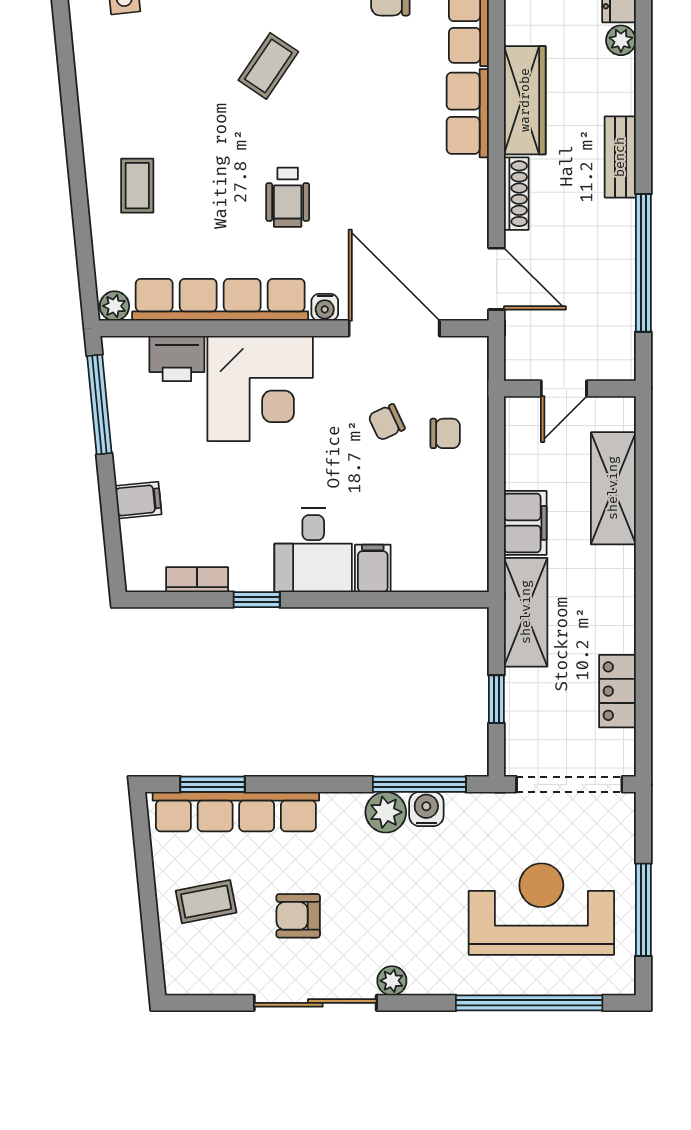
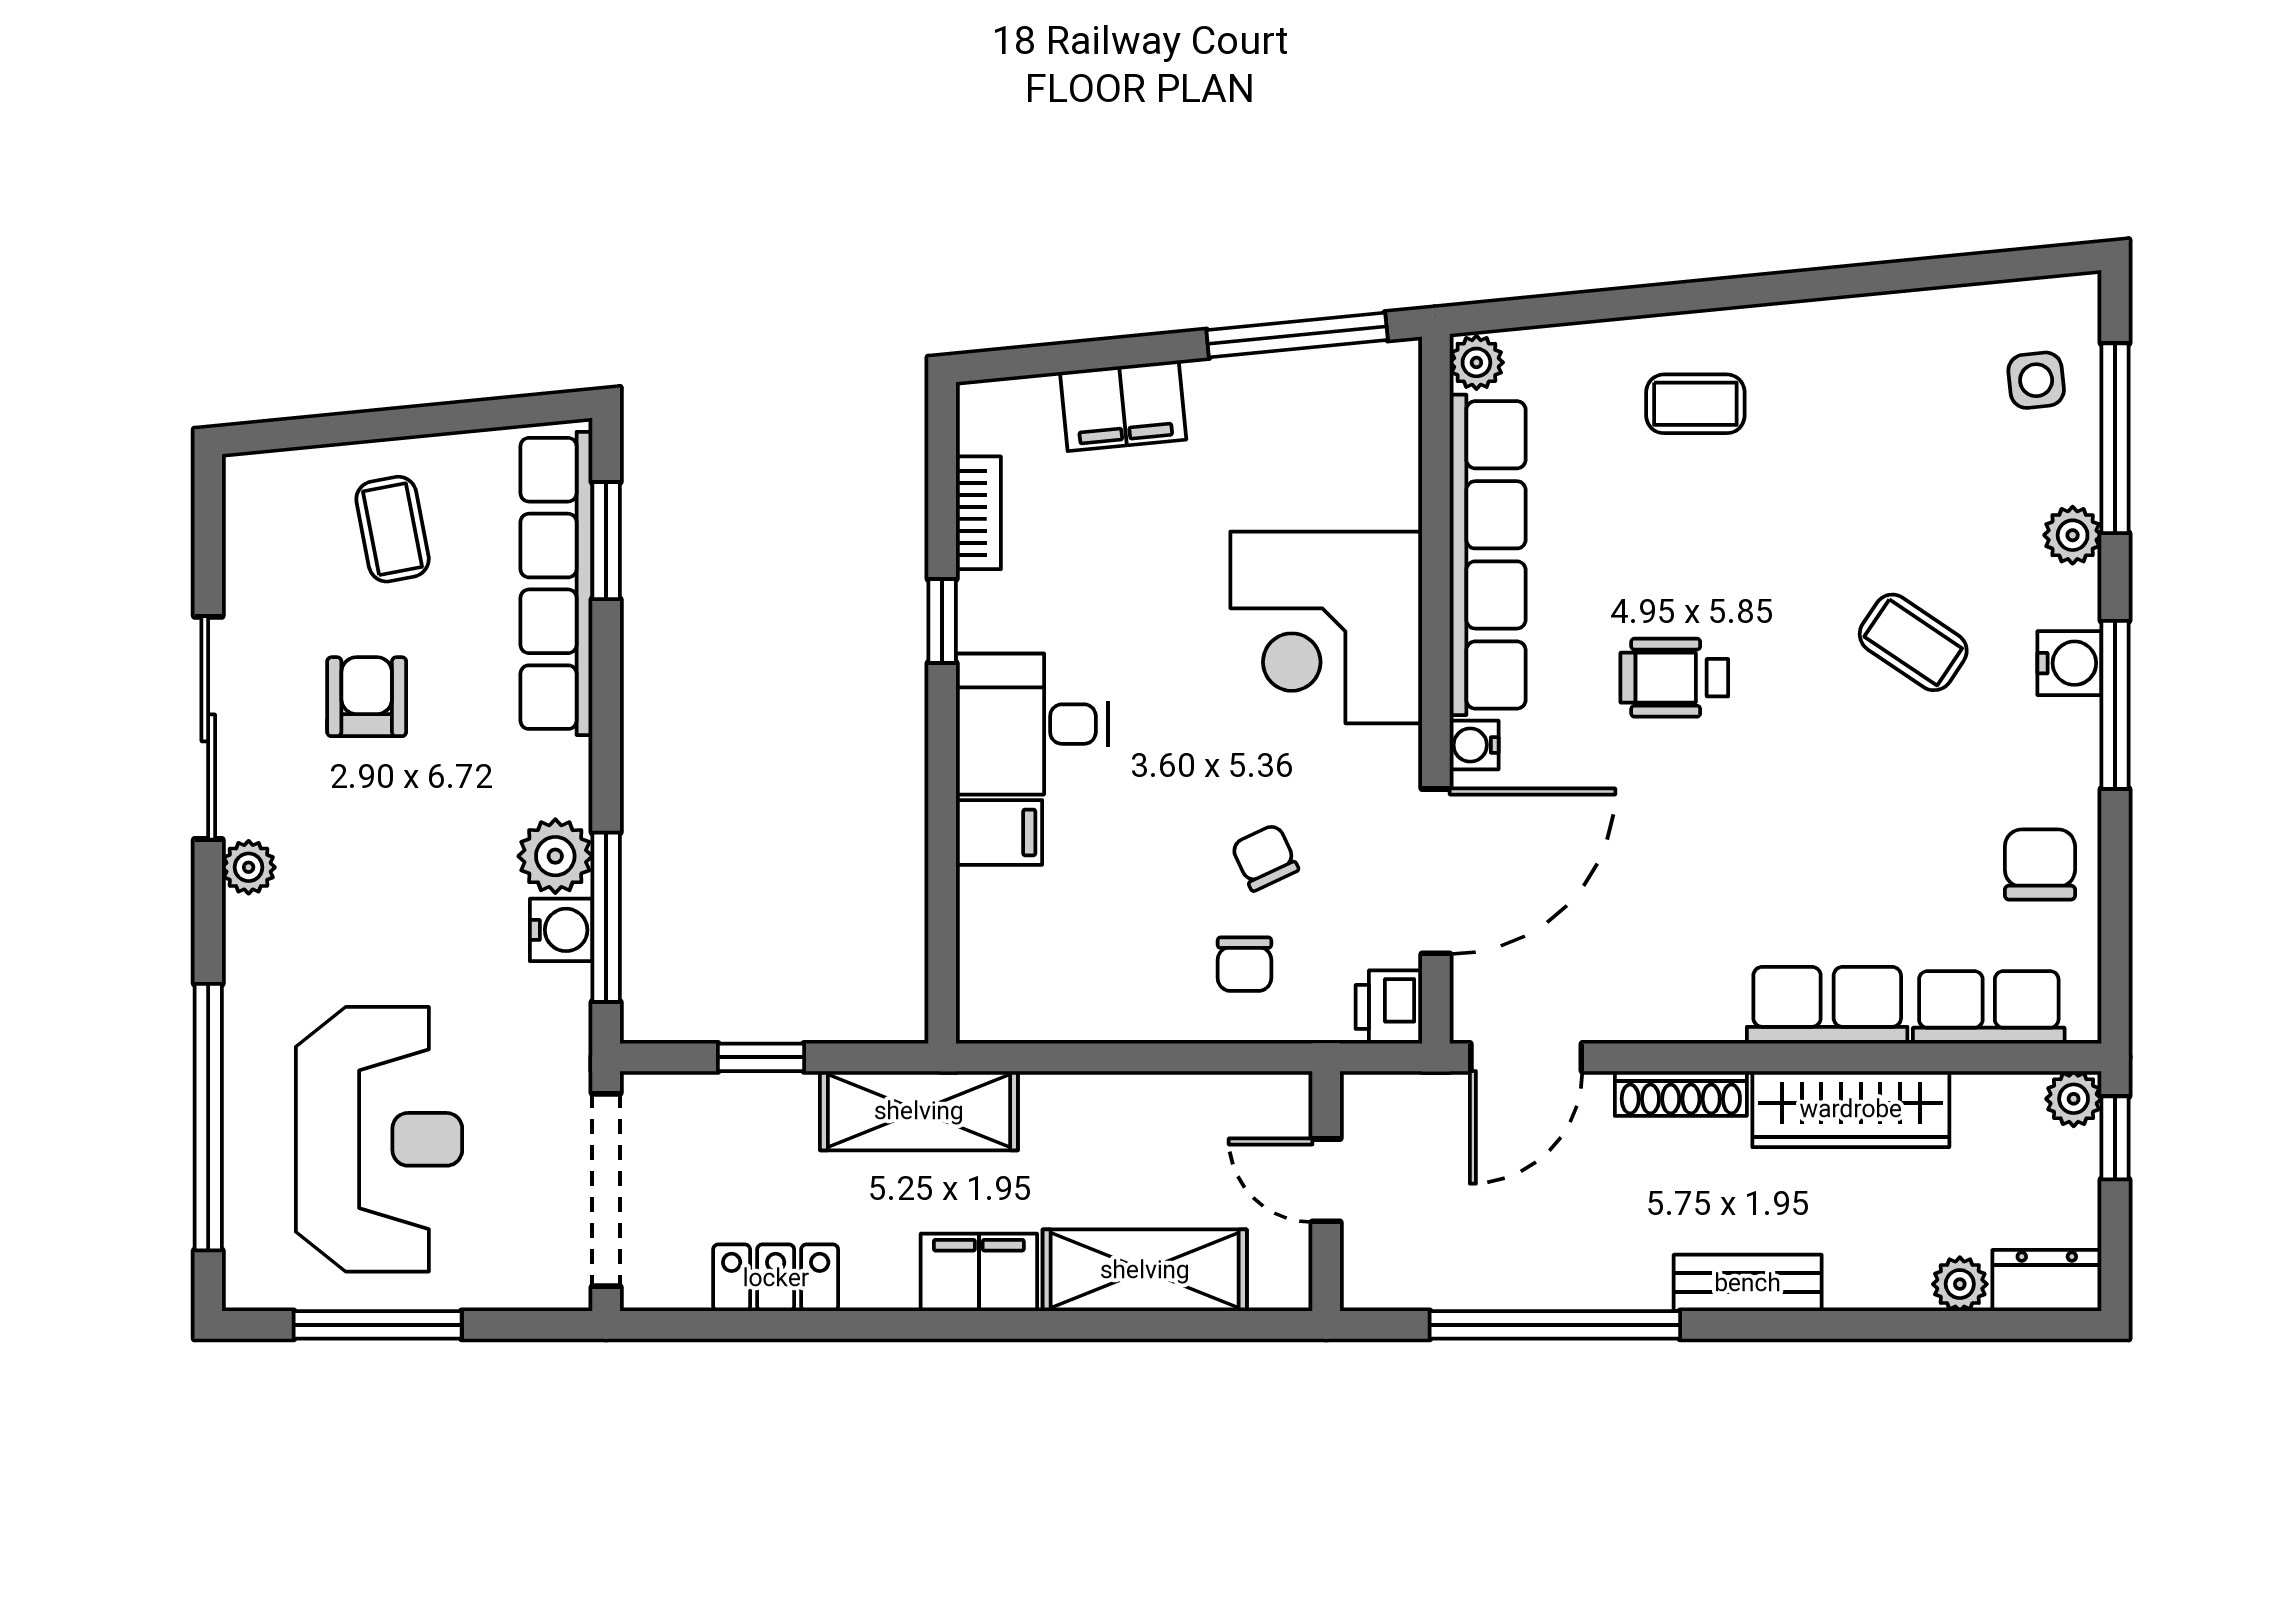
printer: (177, 358) -> (1389, 1007), moved, width x0.73, depth x0.81
filing cabinet: (138, 500) -> (1123, 406), width x2.00
filing cabinet: (525, 523) -> (979, 1272), moved, turned 180

